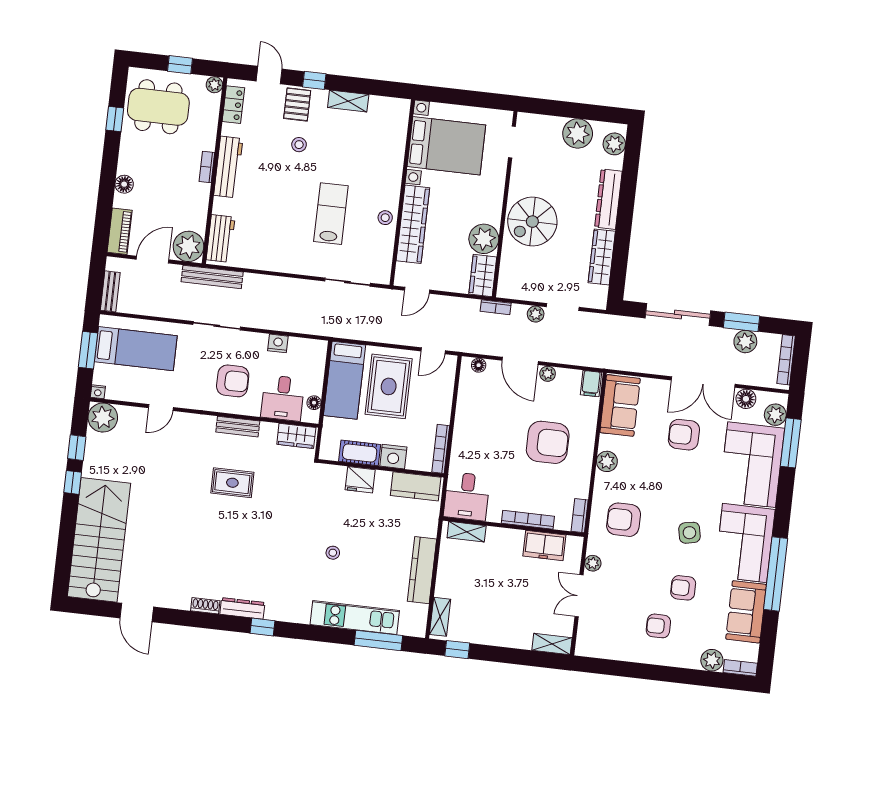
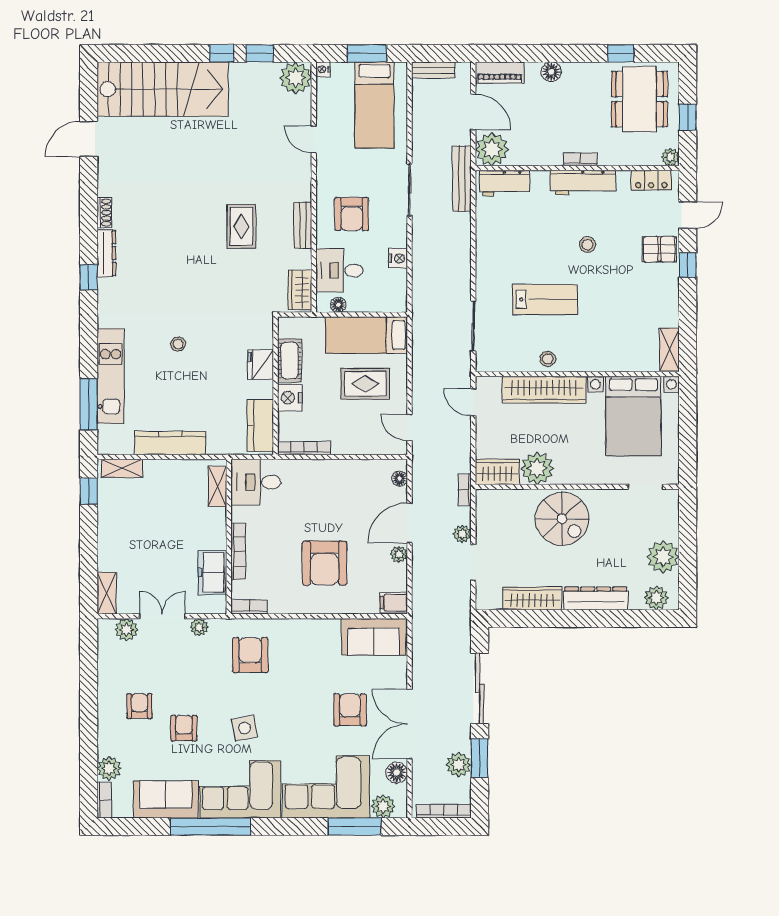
shelving: (348, 101) -> (670, 349), moved
stool: (299, 145) -> (587, 245), moved
spiral stairs: (532, 222) -> (562, 519), turned 180
rug: (389, 386) -> (365, 384), width x0.73, depth x0.70
plant: (607, 461) -> (127, 630), moved

